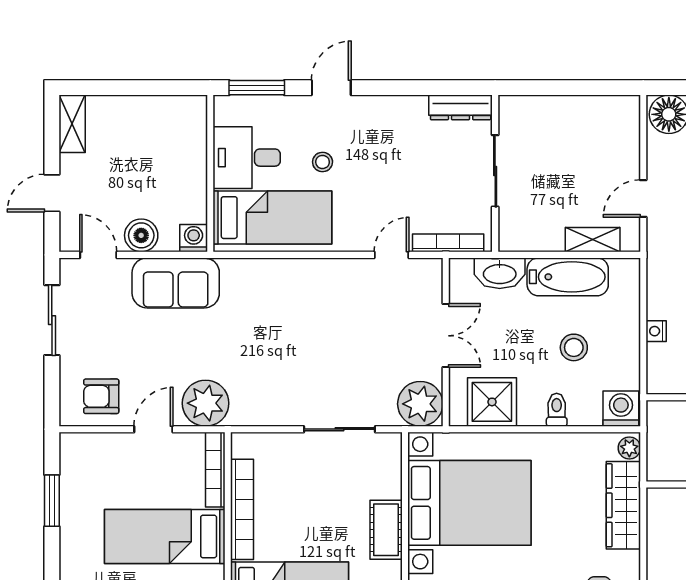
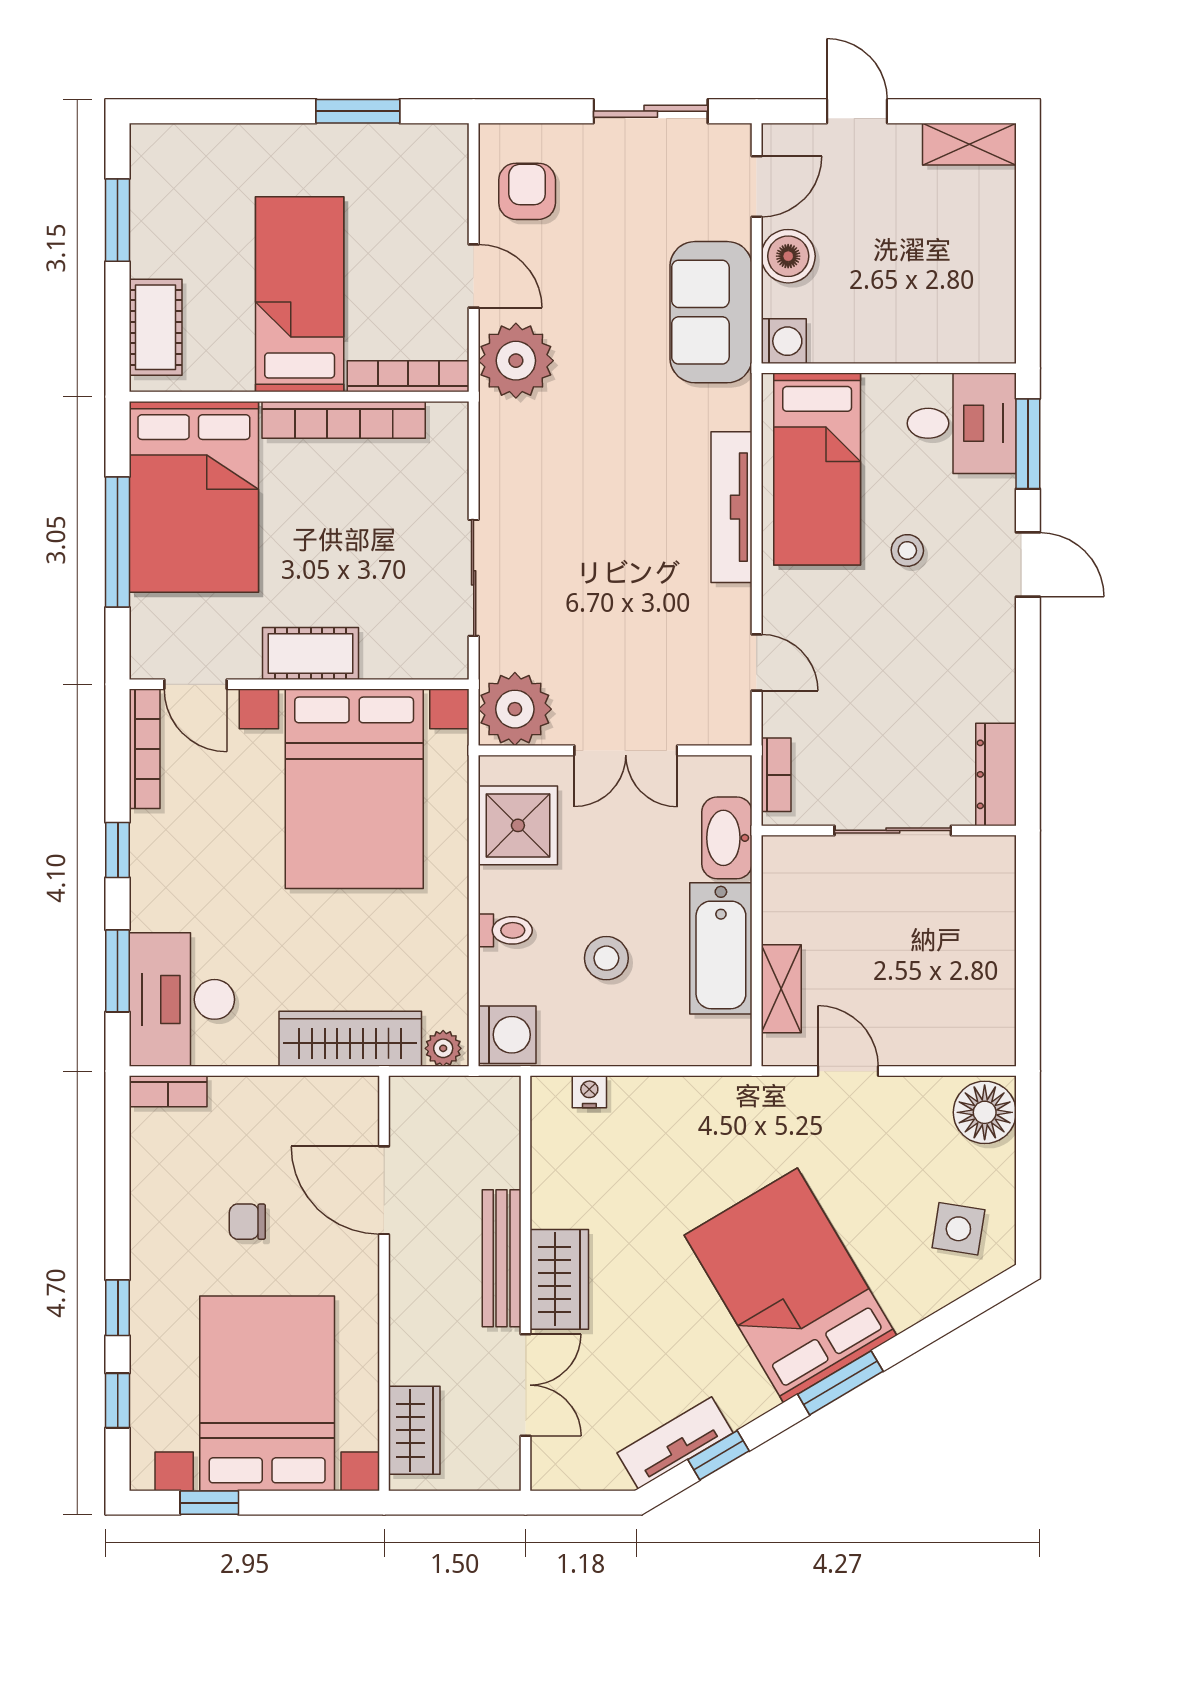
desk: (247, 158) -> (962, 423), moved, turned 90
bookcase: (448, 243) -> (776, 775), width x0.64
tv unit: (296, 270) -> (731, 507), added
nightstand: (656, 331) -> (589, 1092), moved

